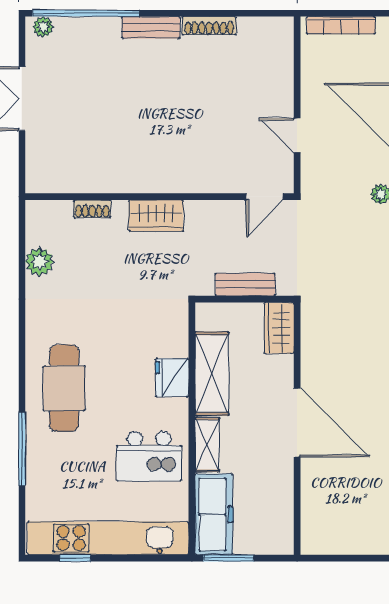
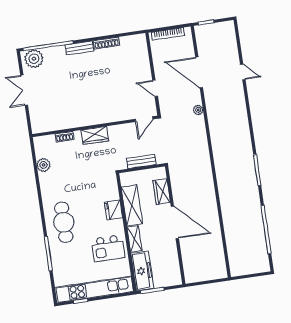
plant: (43, 27) -> (34, 59), width x1.87, depth x1.87
wardrobe: (279, 328) -> (162, 192), moved

